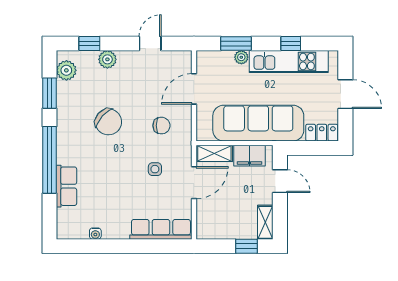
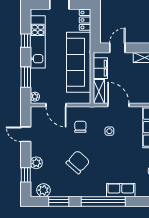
plant: (241, 57) -> (35, 97), moved

